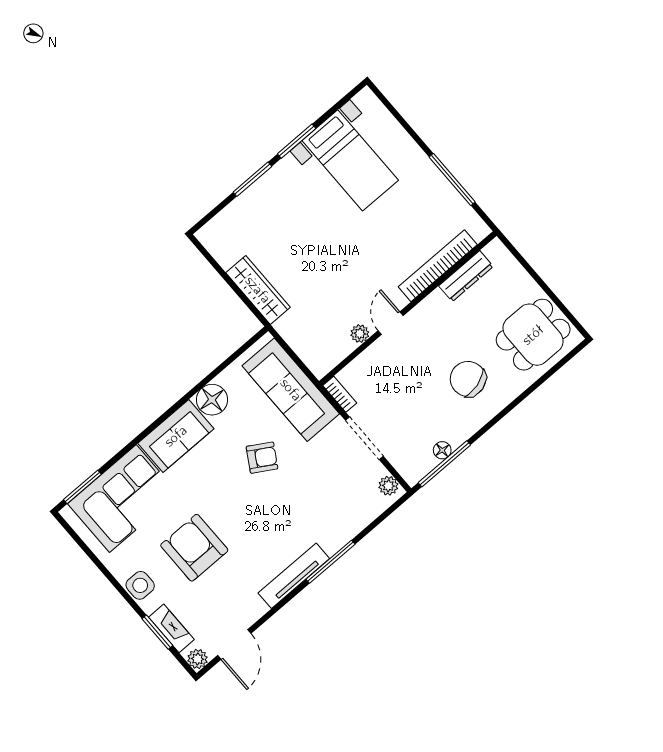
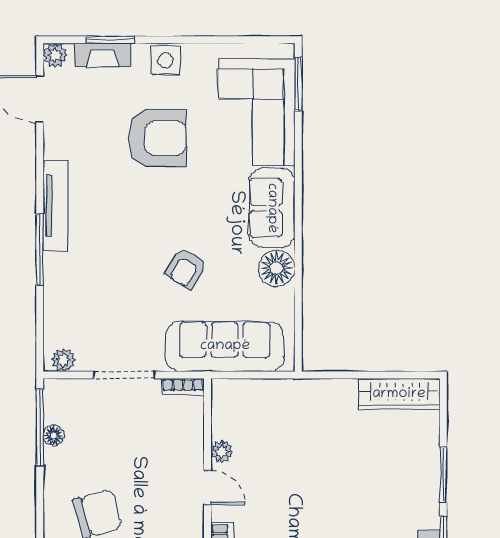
wardrobe: (258, 290) -> (399, 394), moved

